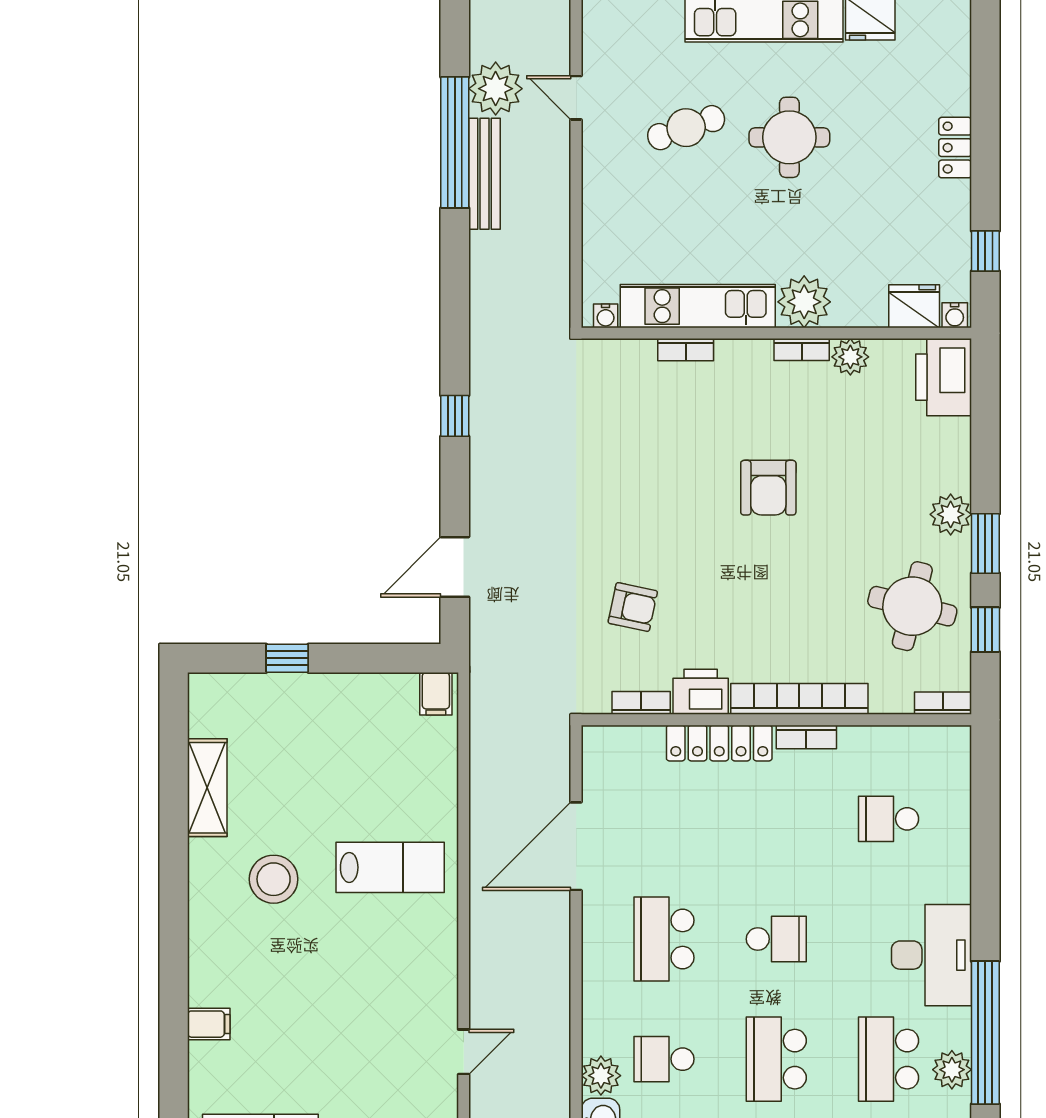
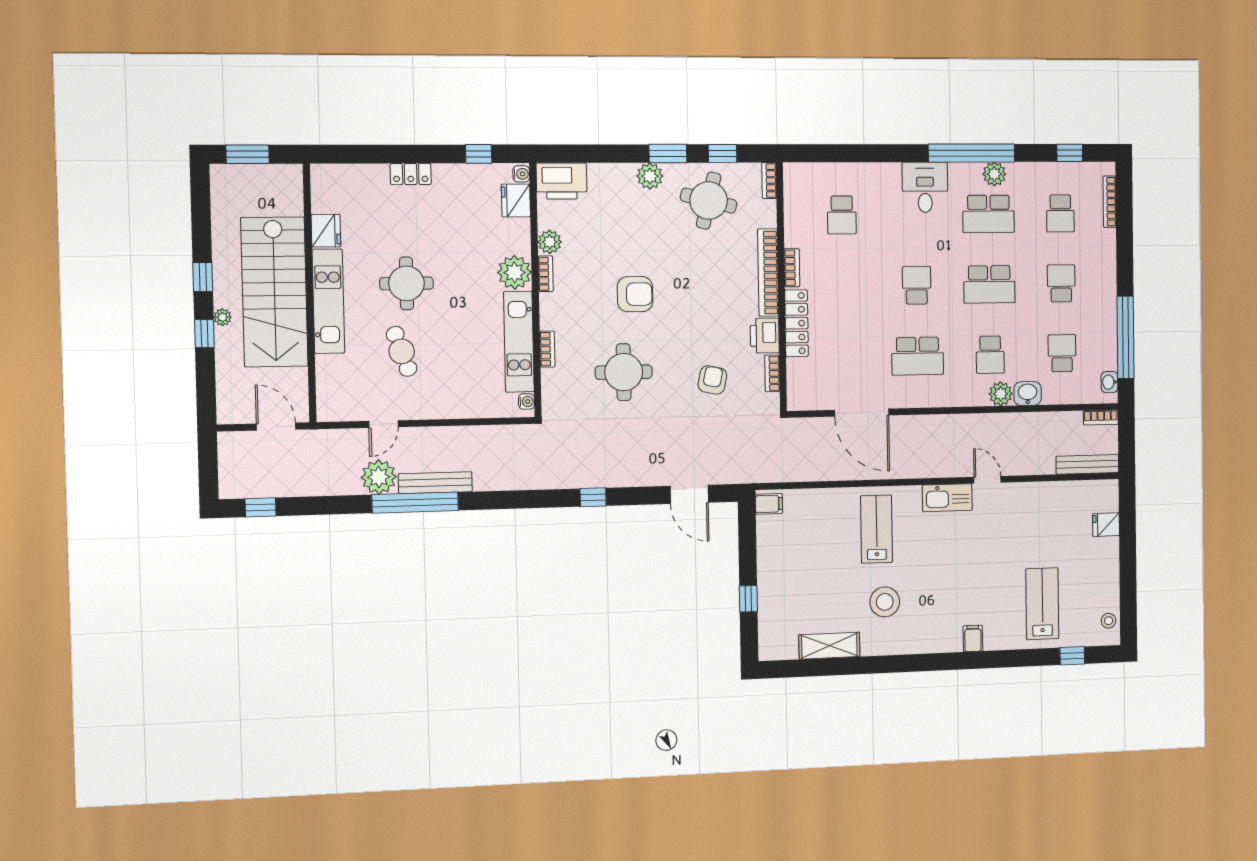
round table: (648, 468) -> (624, 372), added
desk: (931, 955) -> (925, 187), width x0.73
kitchen sink: (437, 985) -> (947, 498), added

